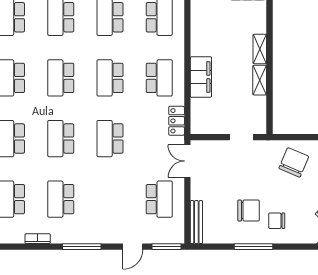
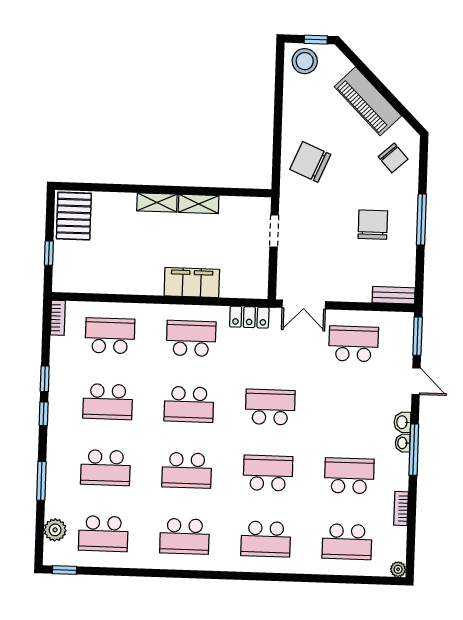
school desk: (61, 139) -> (268, 473), turned 180
school desk: (110, 139) -> (270, 407), turned 180
school desk: (61, 199) -> (349, 476), turned 180
chair: (277, 221) -> (393, 158), moved, turned -42
bench: (196, 222) -> (394, 295), width x0.73
washbasin: (86, 238) -> (403, 443), added
washbasin: (102, 238) -> (402, 422), added

